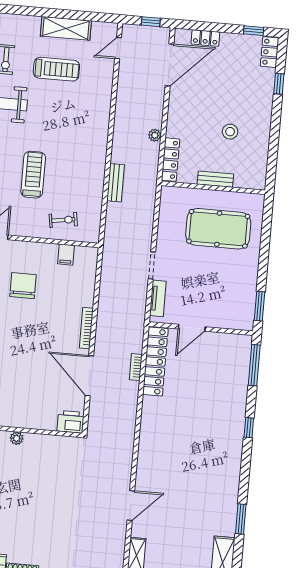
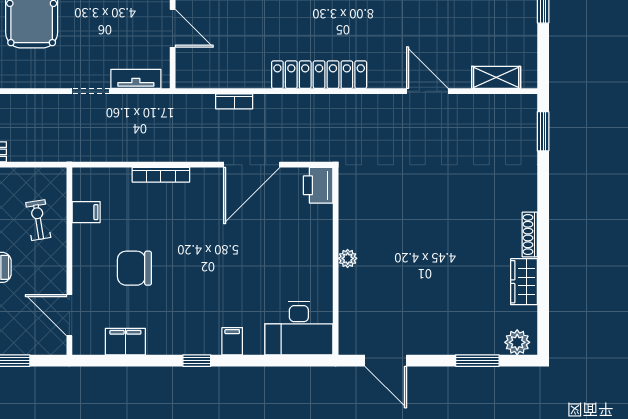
bookcase: (86, 328) -> (161, 175), moved
locker: (155, 362) -> (319, 75), moved

